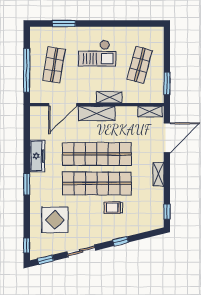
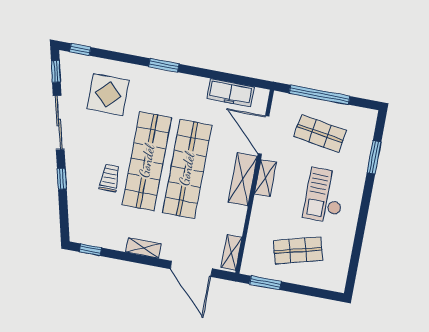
shop shelf: (140, 65) -> (298, 250), turned -30
shelving: (109, 97) -> (265, 178), moved
freezer: (37, 156) -> (231, 93), moved
sliding door: (81, 251) -> (59, 123), width x1.37

